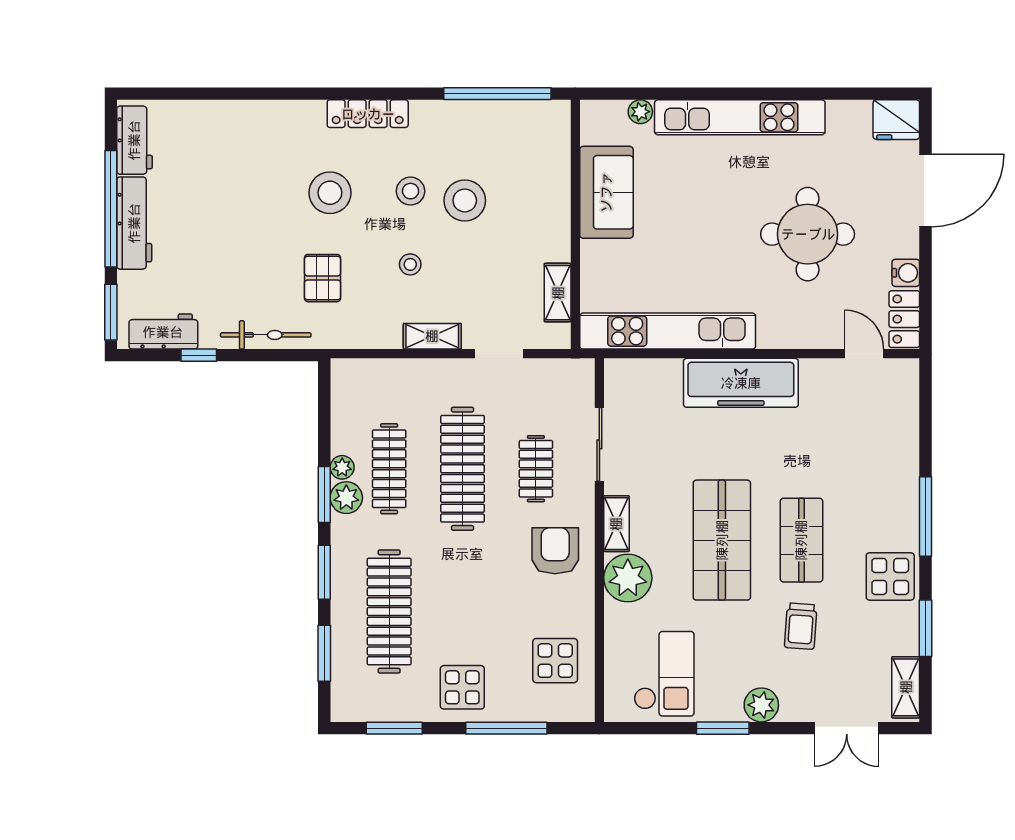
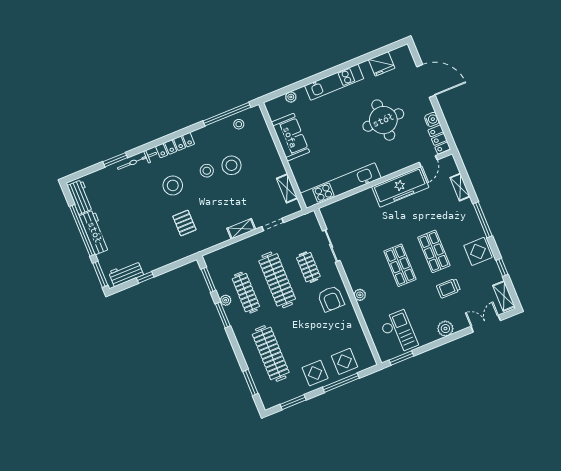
window: (235, 94) -> (115, 160), added
kitchen unit: (740, 117) -> (334, 82), width x0.73
fridge: (896, 120) -> (382, 64), moved
door: (926, 191) -> (426, 81), hinge flipped
stool: (410, 264) -> (239, 124), moved
bicycle: (266, 335) -> (137, 161), moved, turned 180
door: (864, 354) -> (428, 161), swing flipped
freezer: (741, 383) -> (400, 187), moved
plant: (346, 498) -> (233, 312), removed
shelving: (616, 524) -> (460, 187), moved
shop shelf: (722, 540) -> (400, 265), width x0.70, depth x0.74
armchair: (555, 551) -> (331, 299), turned 180
window: (324, 572) -> (208, 280), moved
plant: (628, 578) -> (360, 295), width x0.53, depth x0.53
trolley: (801, 626) -> (449, 288), turned 86
window: (926, 628) -> (502, 267), width x0.67
display table: (555, 661) -> (344, 361), moved
window: (723, 728) -> (401, 358), moved
double door: (847, 728) -> (486, 324), swing flipped

